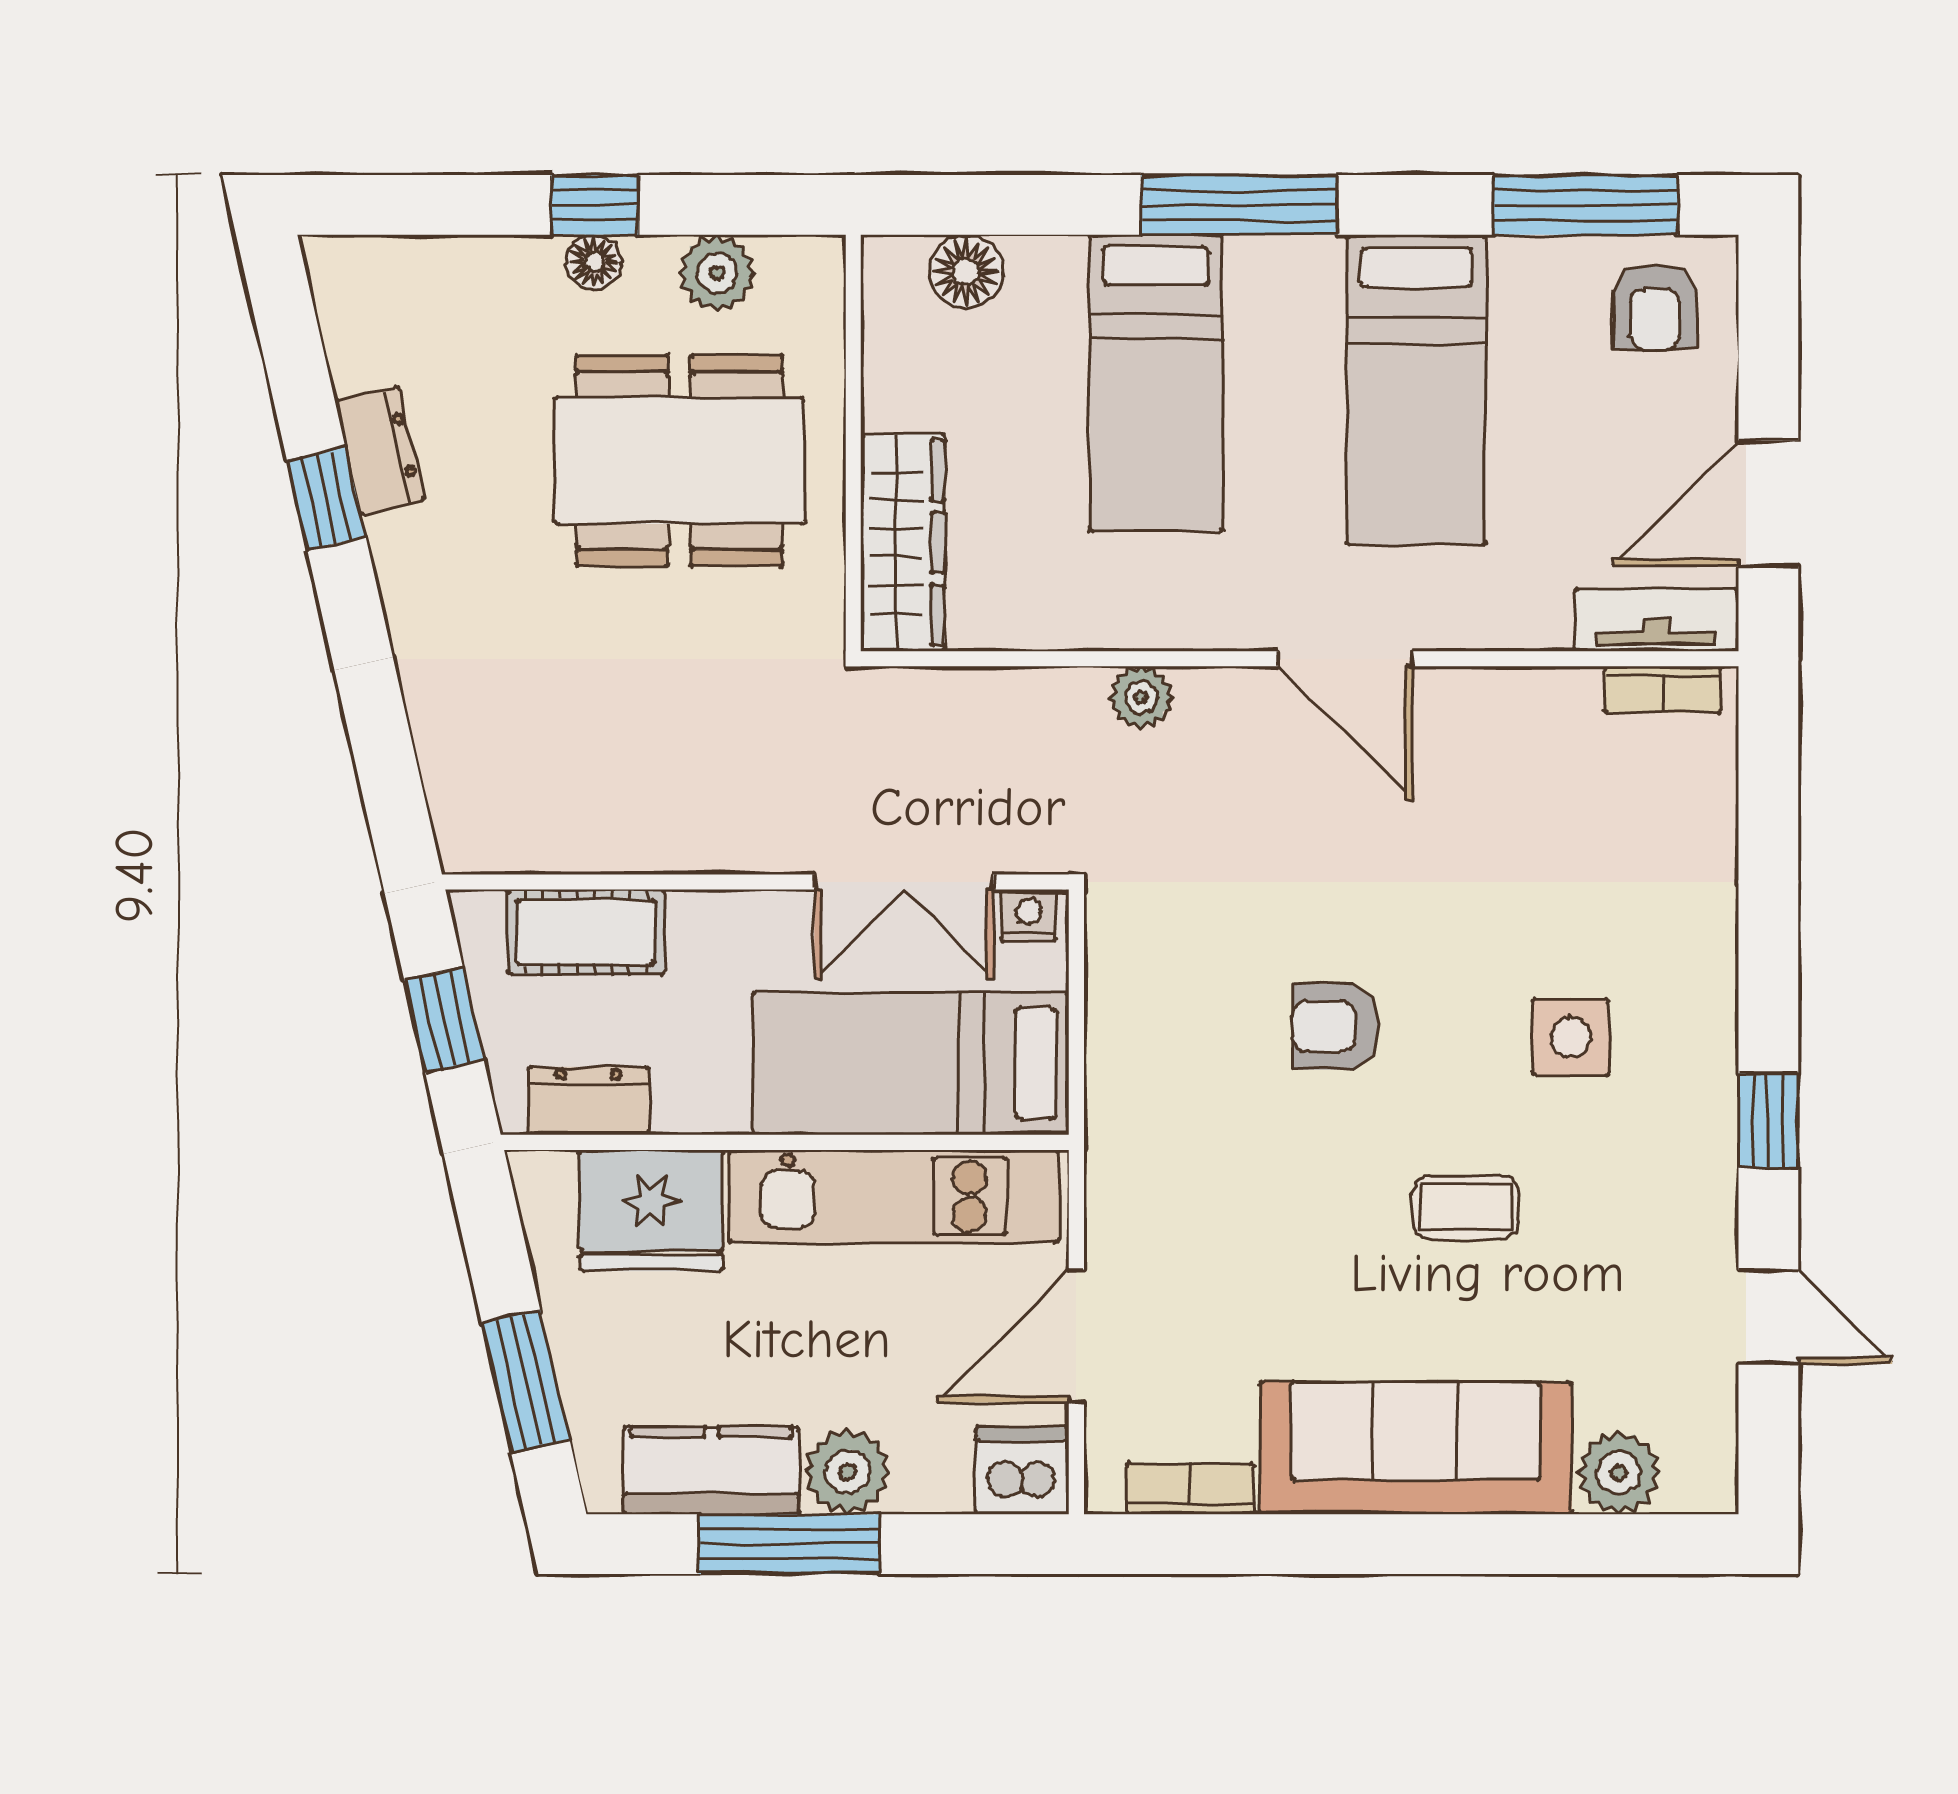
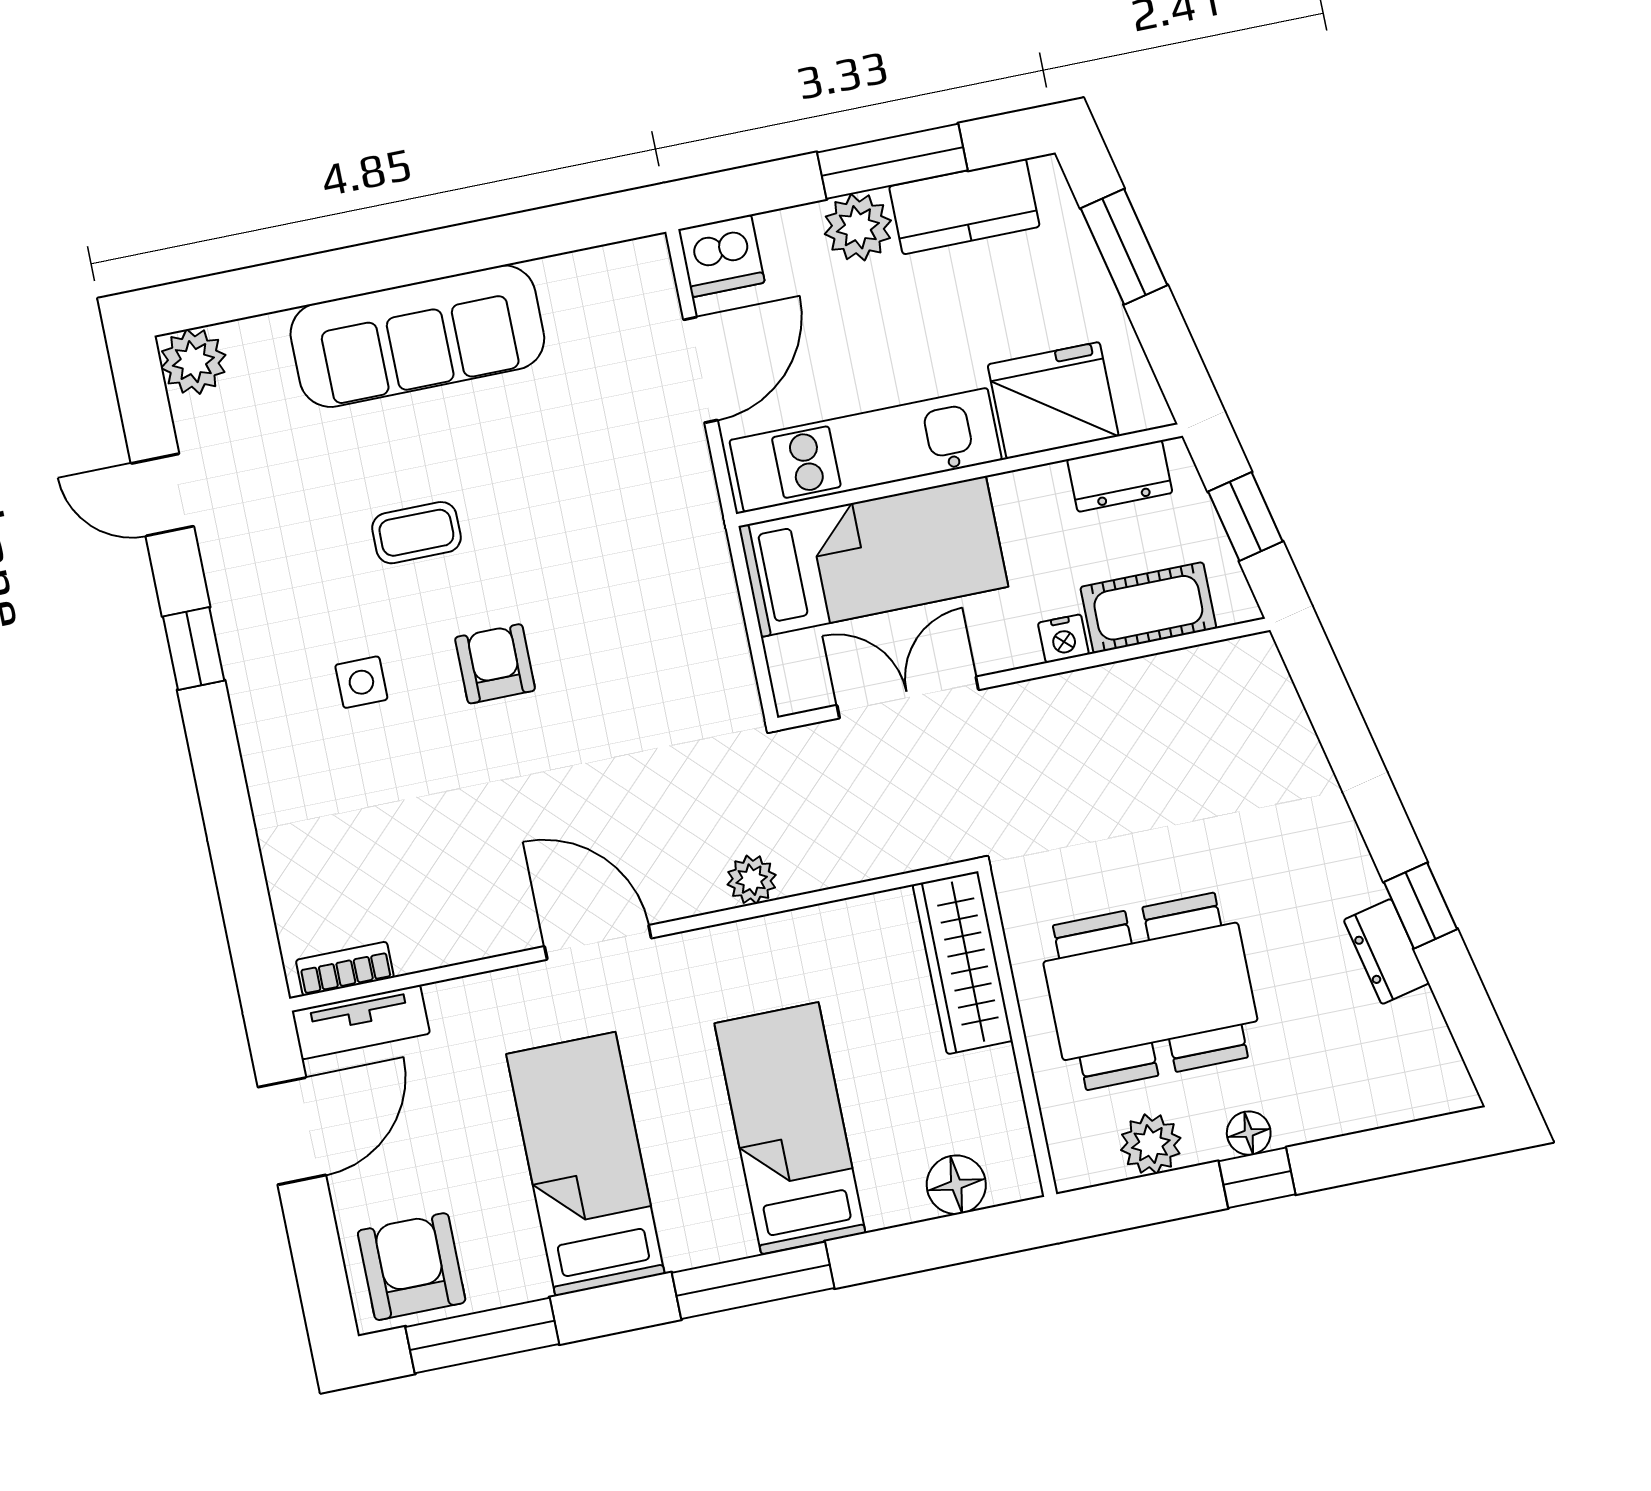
armchair: (1655, 307) -> (412, 1267), width x1.38, depth x1.38
nightstand: (1029, 915) -> (1063, 639), moved
armchair: (1336, 1027) -> (495, 664), moved, turned -90
side table: (1571, 1037) -> (361, 682), width x0.73, depth x0.73
plant: (1619, 1473) -> (193, 362), moved
bookcase: (1190, 1489) -> (587, 268), removed

